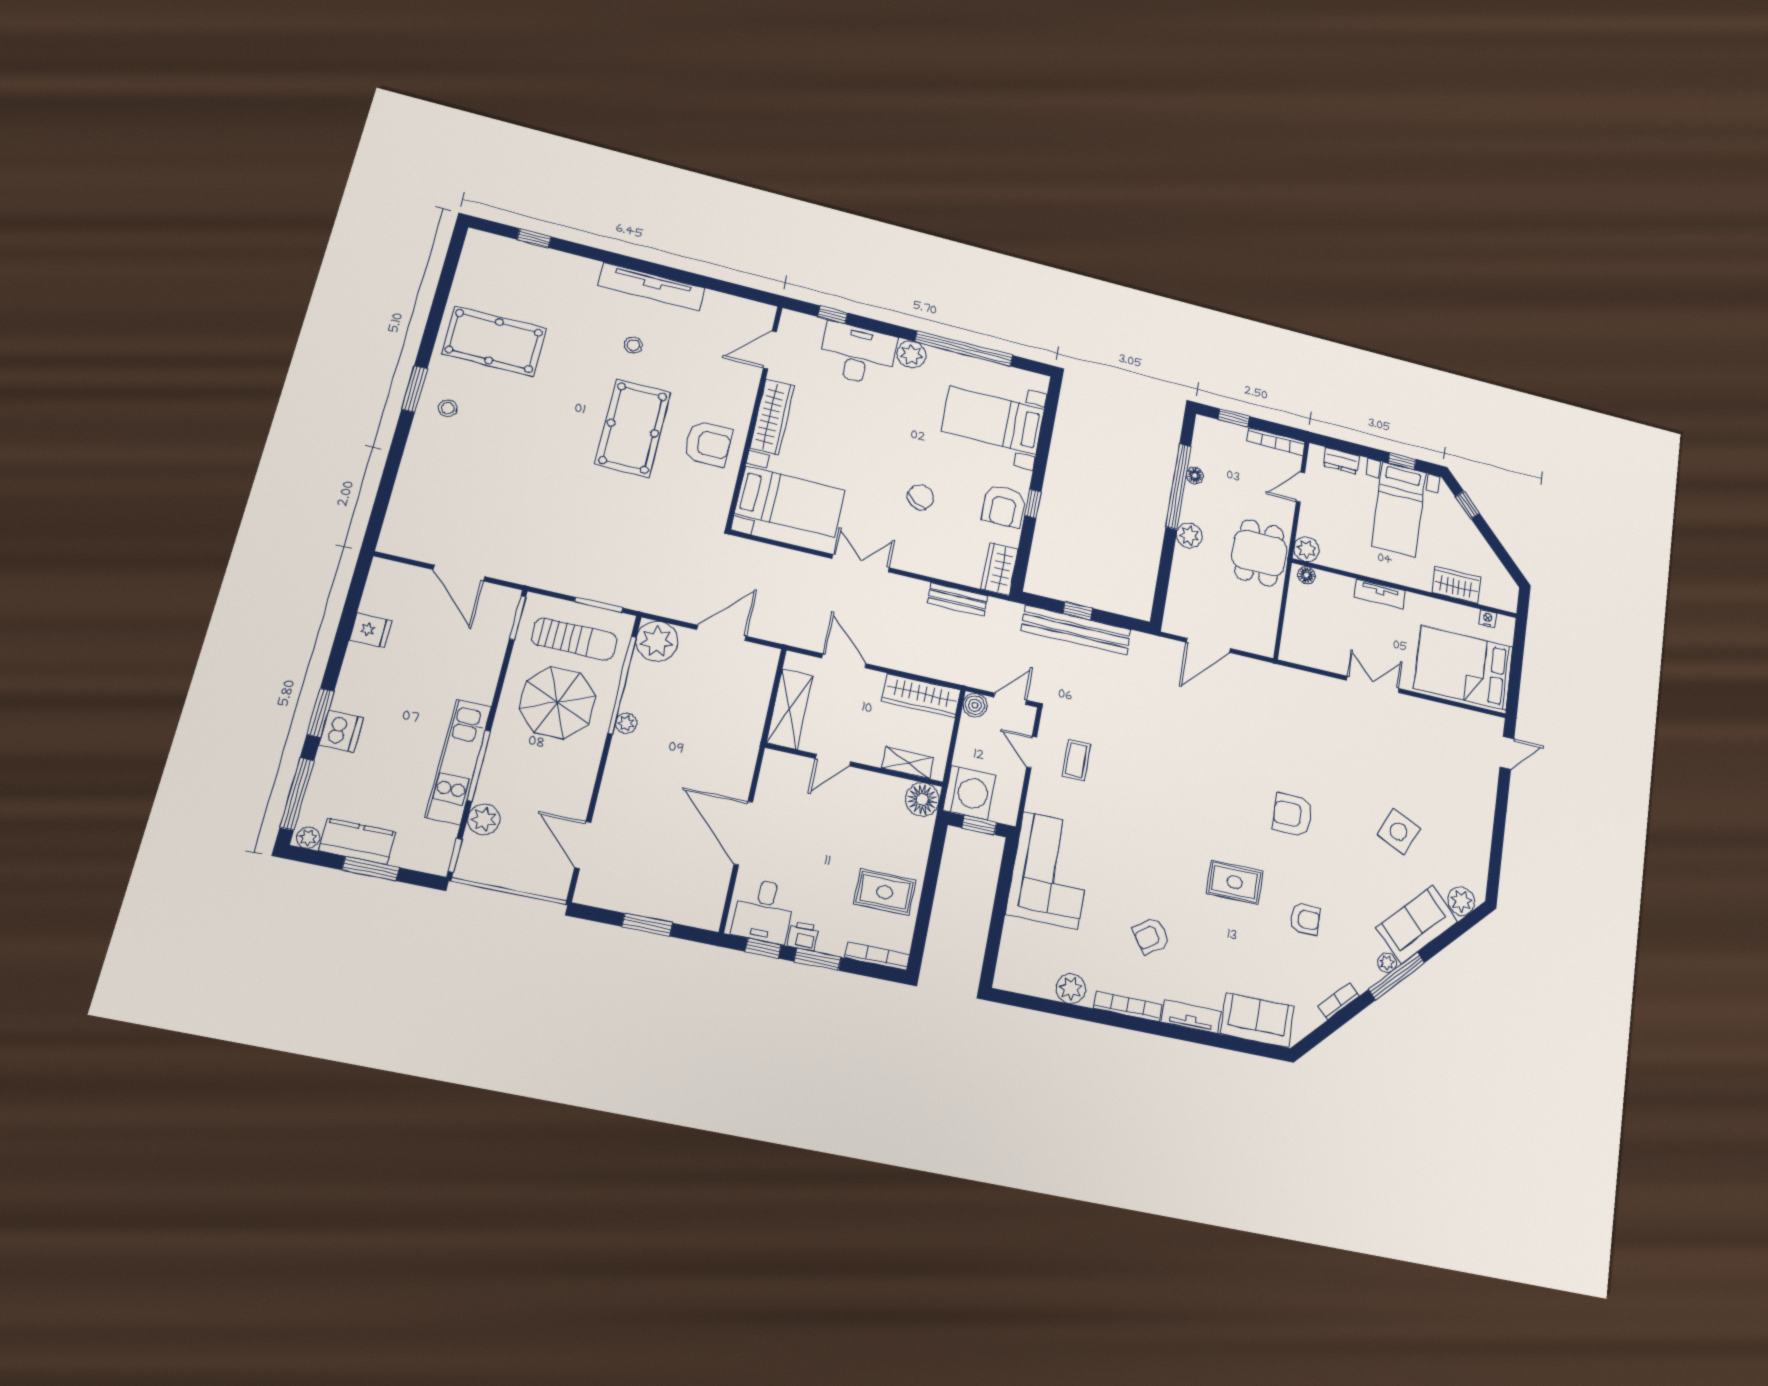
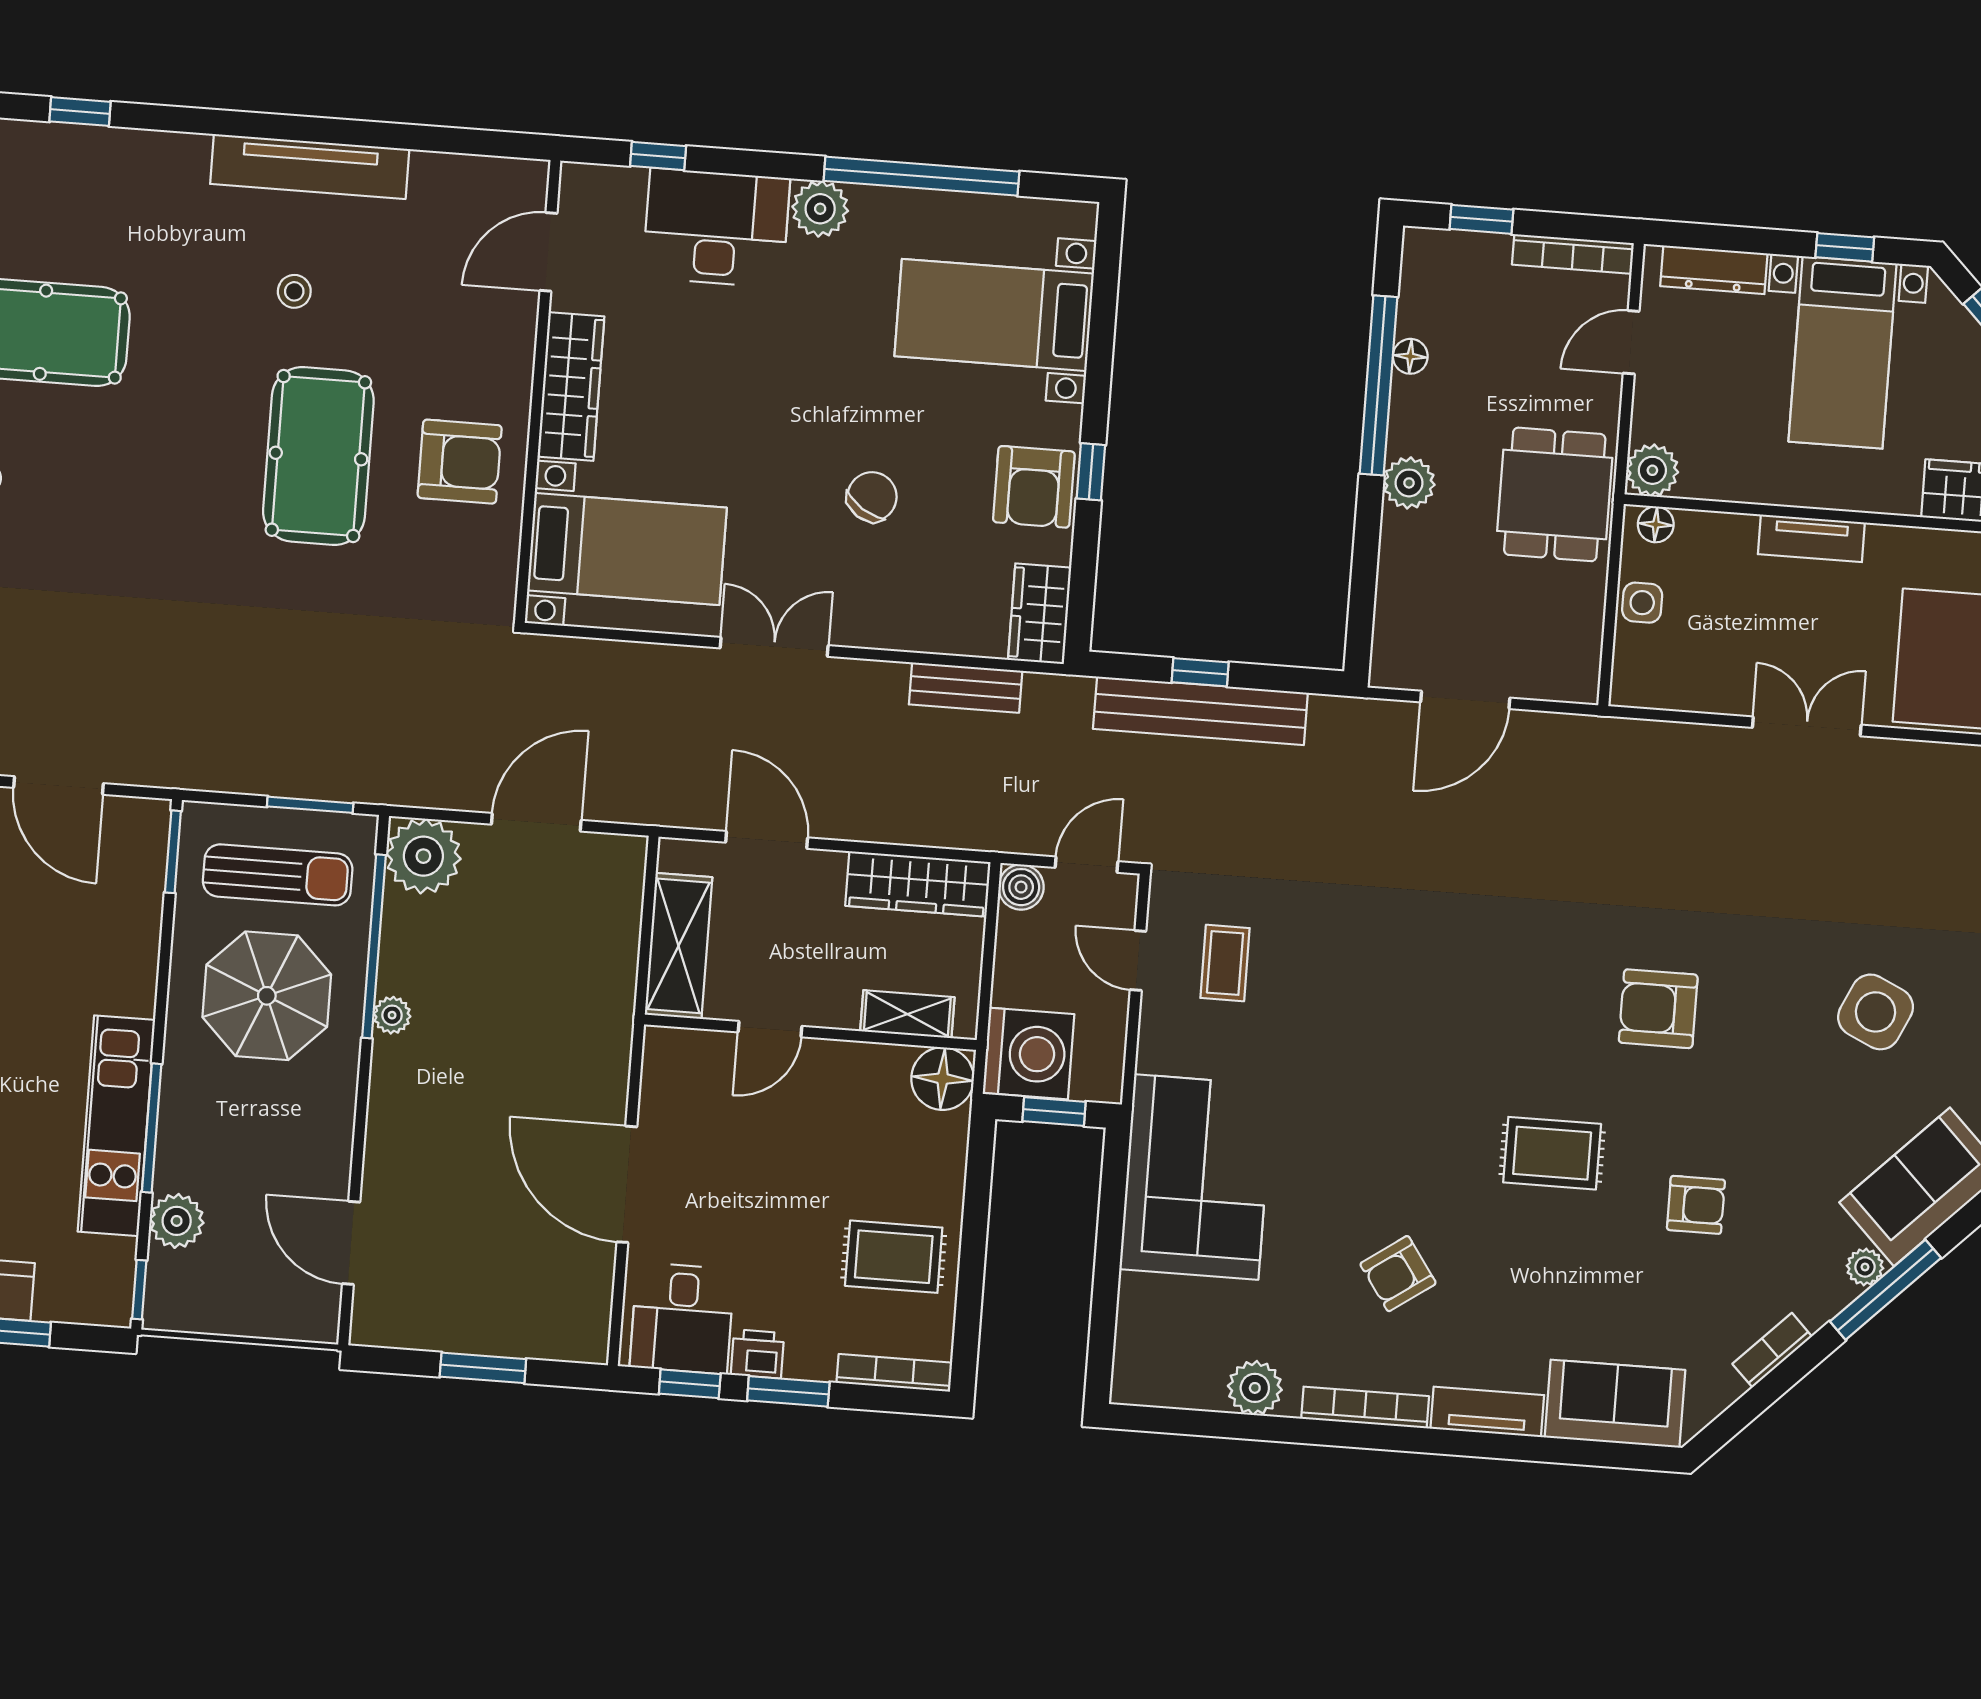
dresser: (1341, 461) -> (1714, 270), width x1.44
side table: (1298, 612) -> (1642, 603), added

